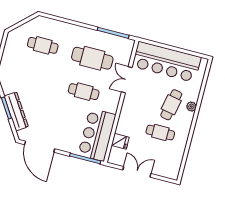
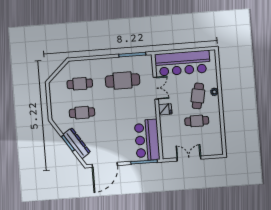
double door: (127, 80) -> (156, 88), swing flipped
cafe table: (84, 92) -> (82, 113), moved
fridge: (120, 141) -> (165, 109), moved
door: (40, 147) -> (105, 165), hinge flipped

